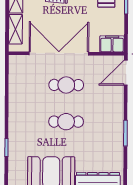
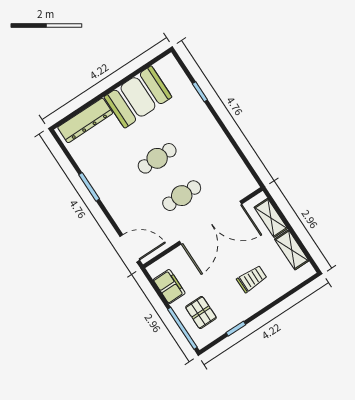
filing cabinet: (112, 44) -> (169, 286), moved, turned -90
door: (126, 73) -> (130, 248), hinge flipped

